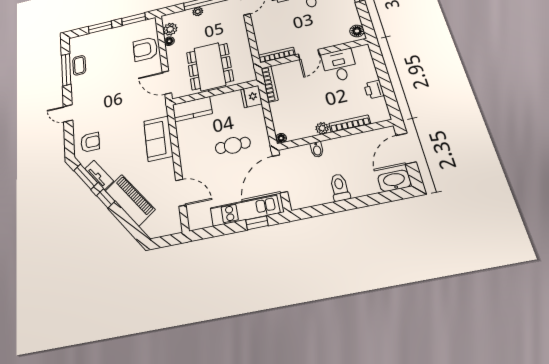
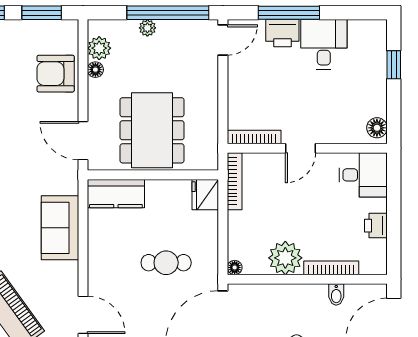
desk: (339, 65) -> (363, 175), moved, turned 90
plant: (322, 128) -> (285, 258), width x1.88, depth x1.88
bidet: (317, 149) -> (336, 295), moved

